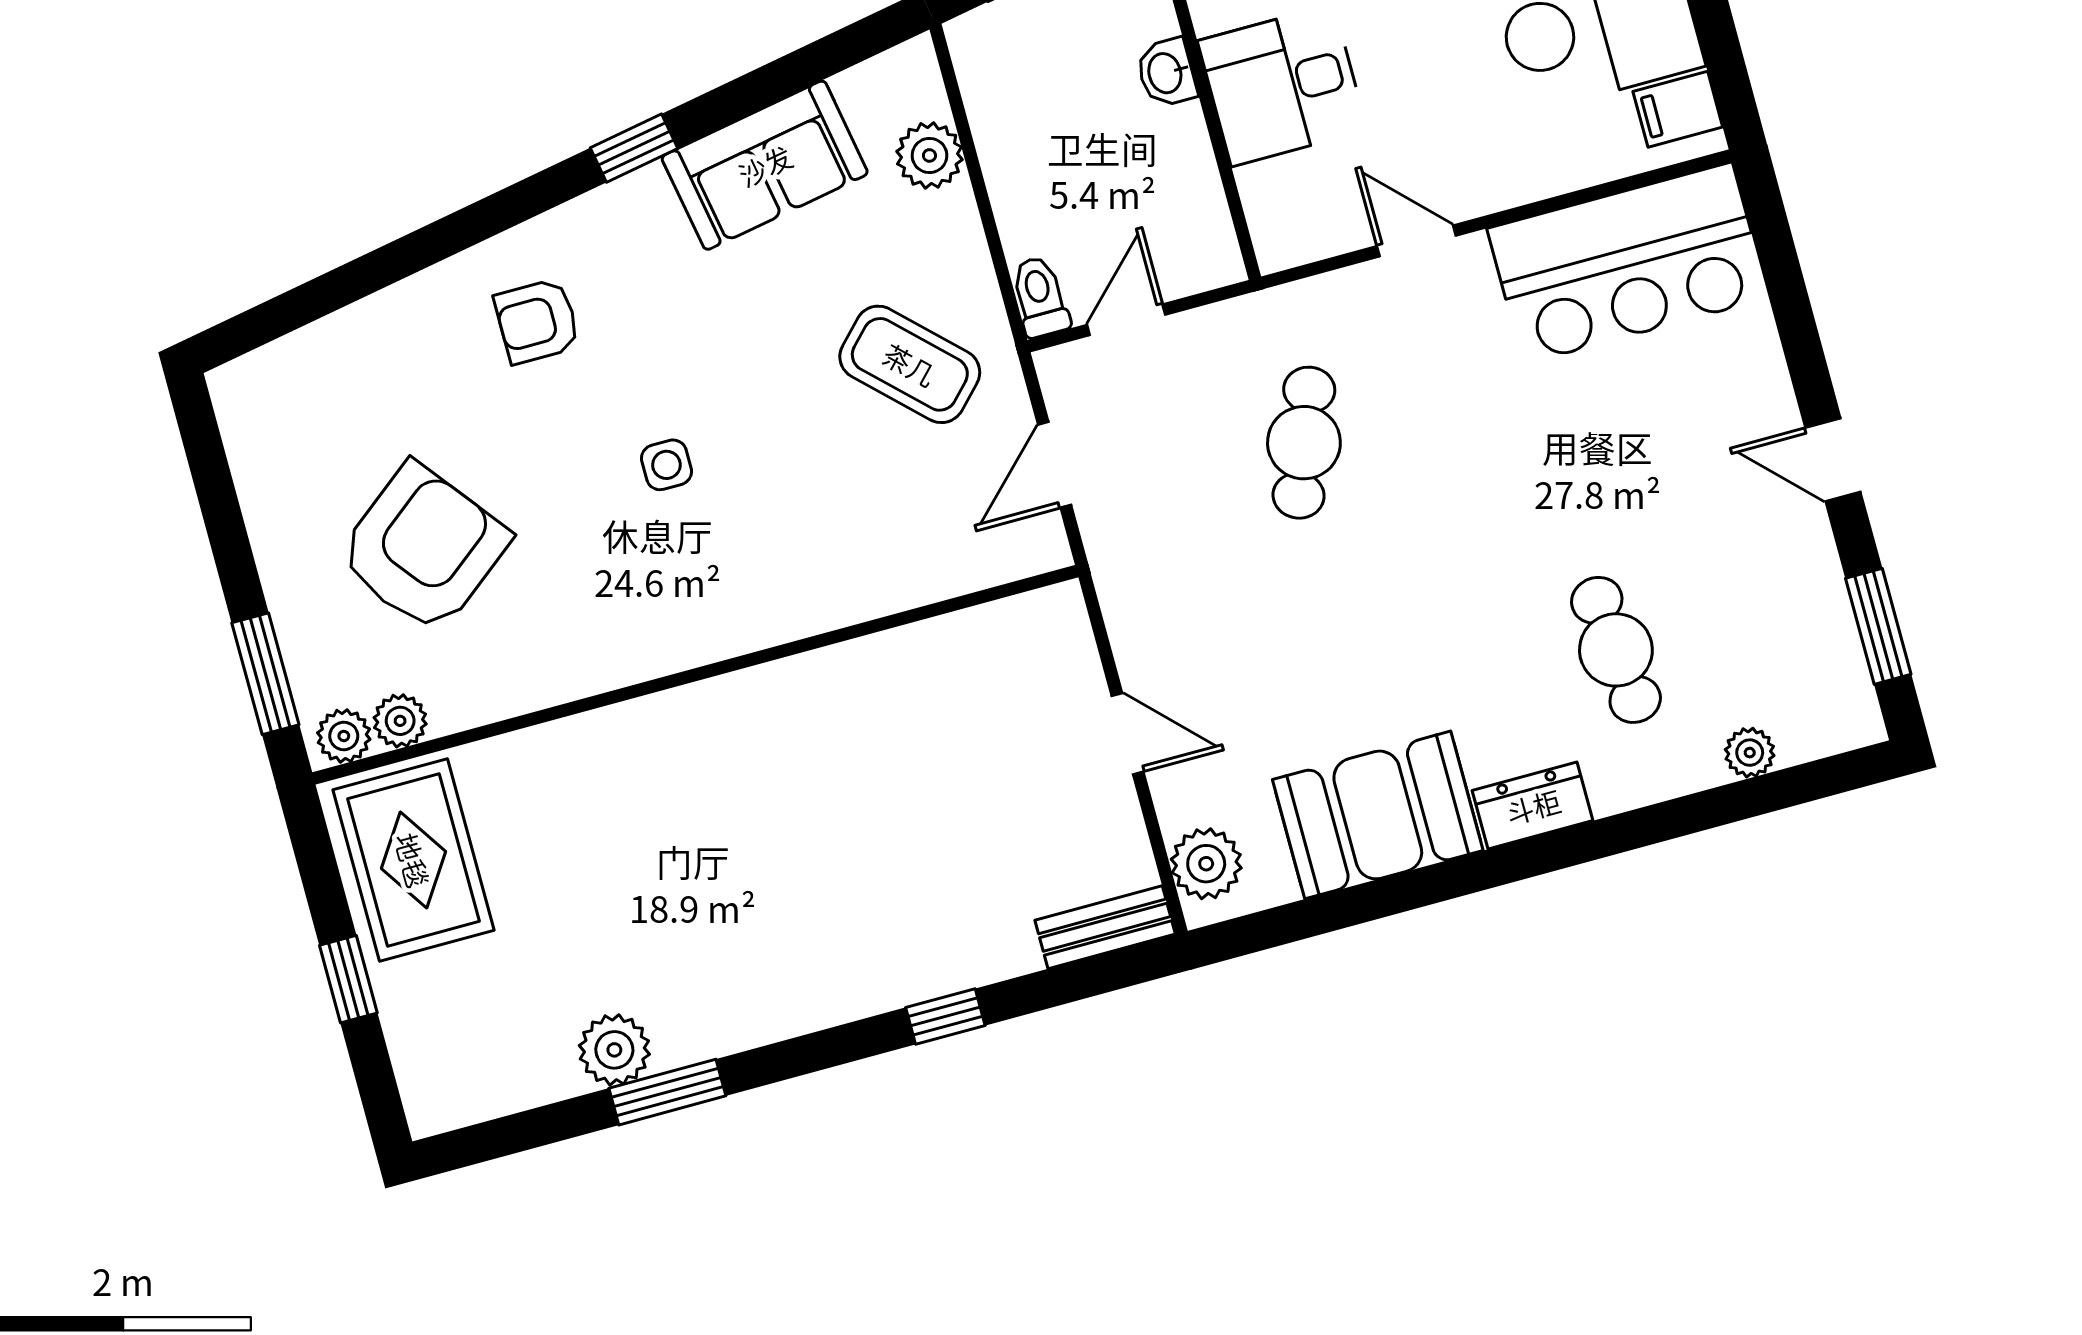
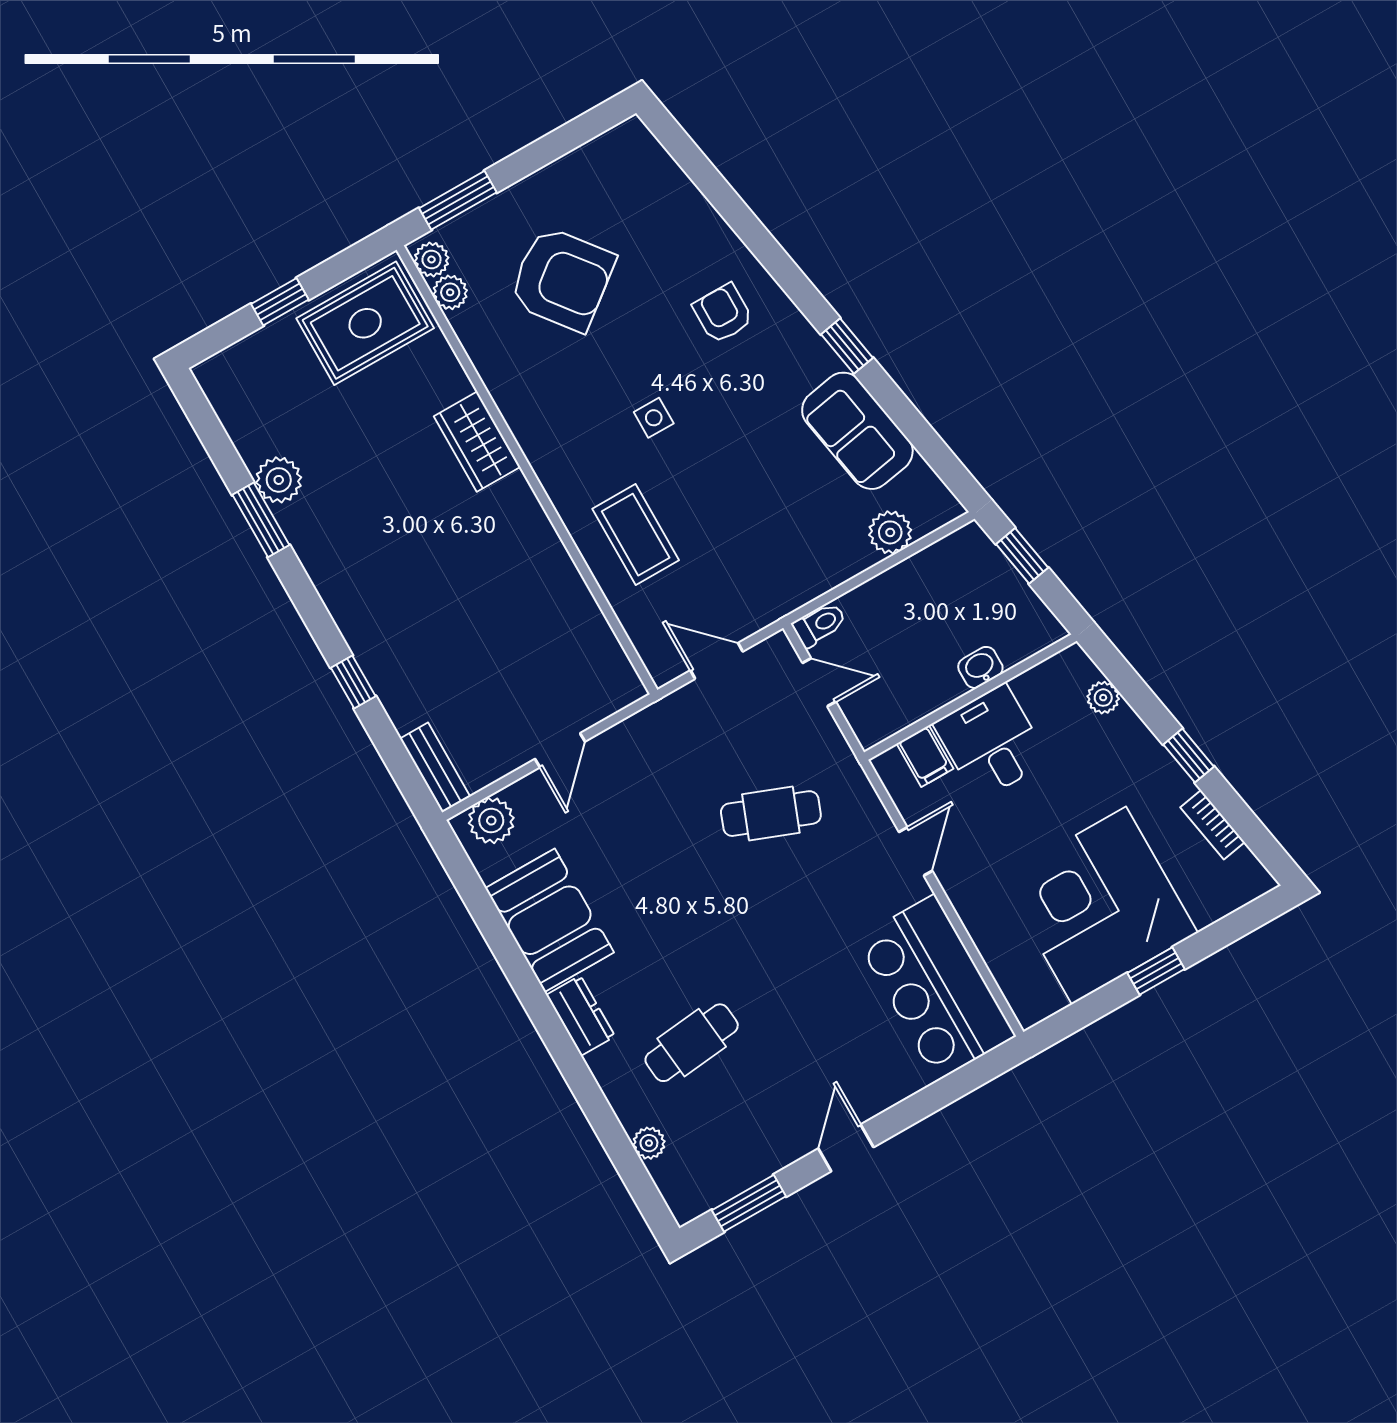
filing cabinet: (1678, 109) -> (925, 756), moved, turned 180
coffee table: (910, 364) -> (636, 535), moved, turned -44
wardrobe: (634, 738) -> (477, 442), added

